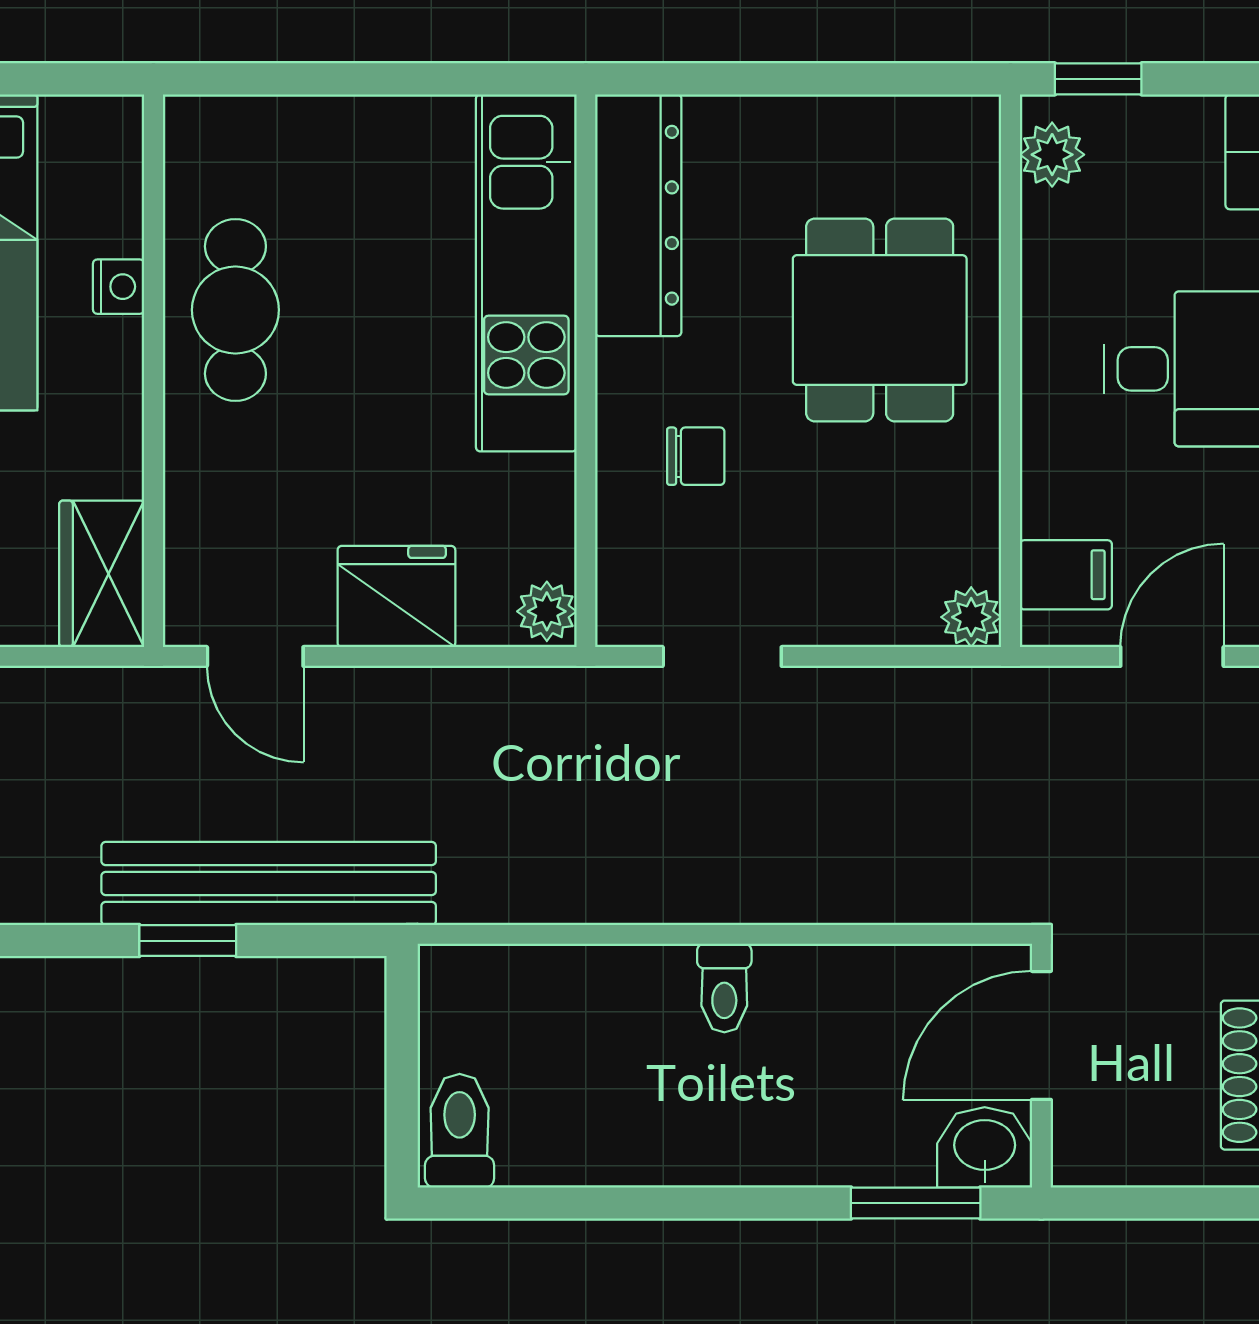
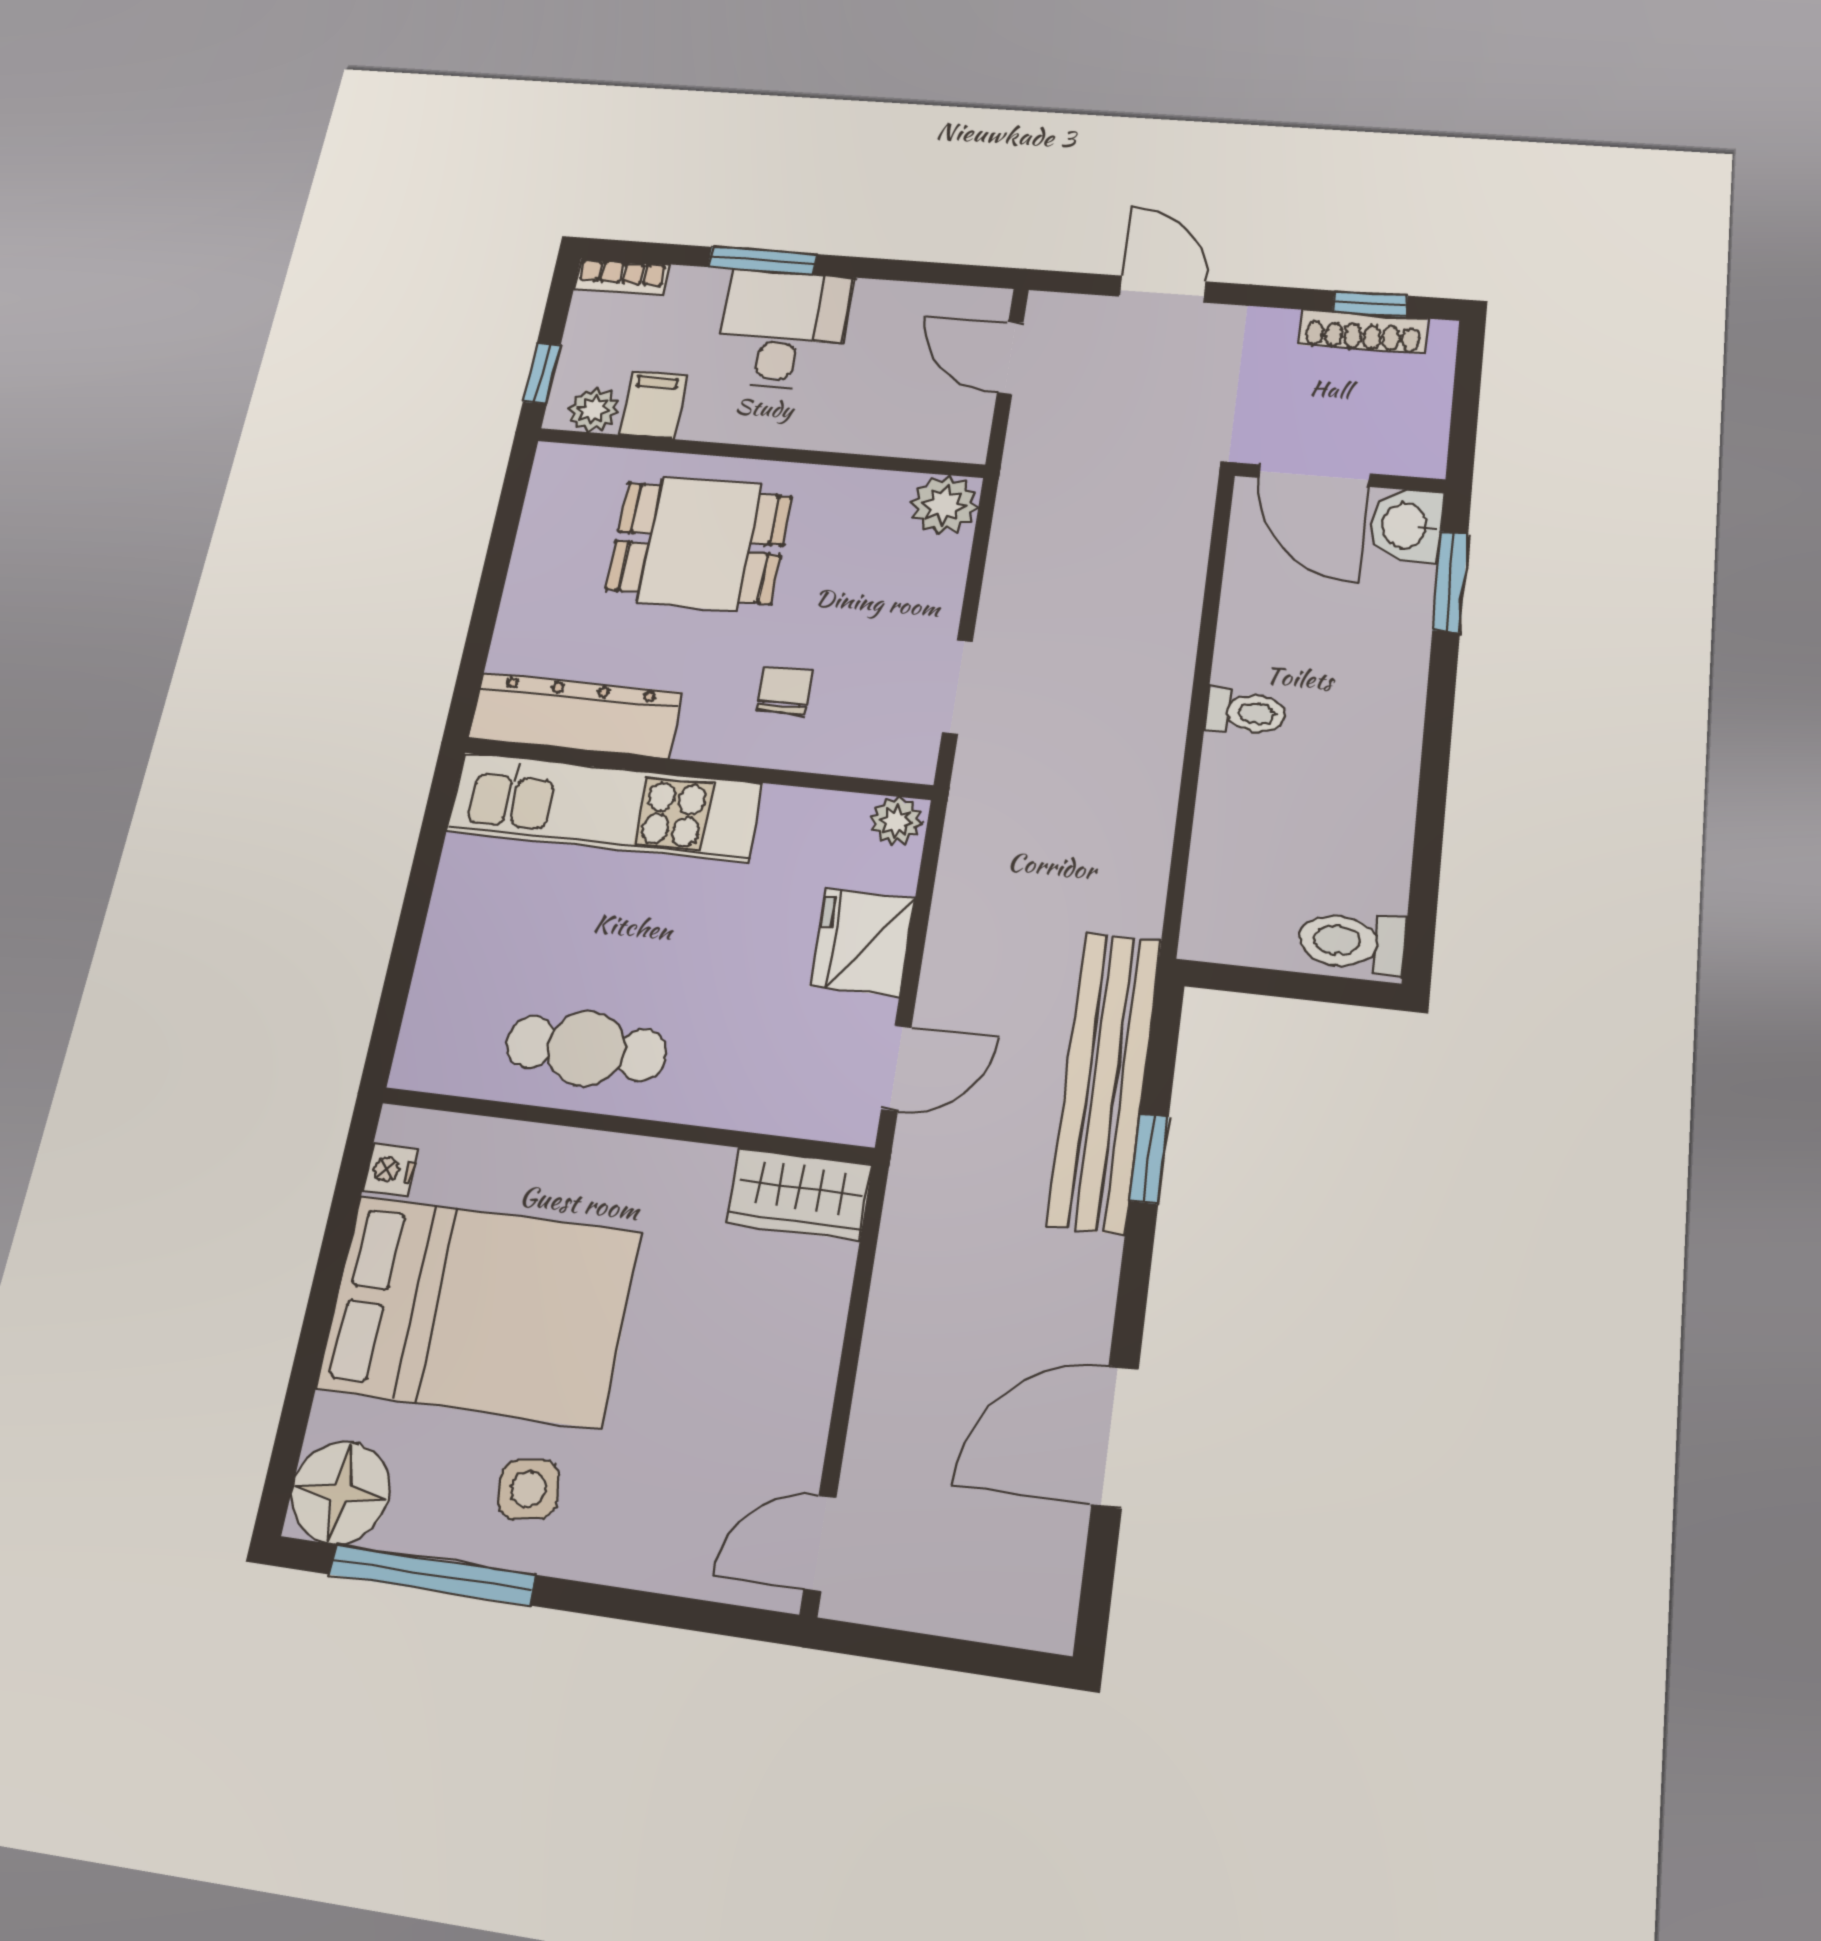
nightstand: (119, 287) -> (390, 1170), moved, turned -90
filing cabinet: (1066, 575) -> (653, 405), moved
plant: (971, 617) -> (944, 505), width x1.38, depth x1.38

